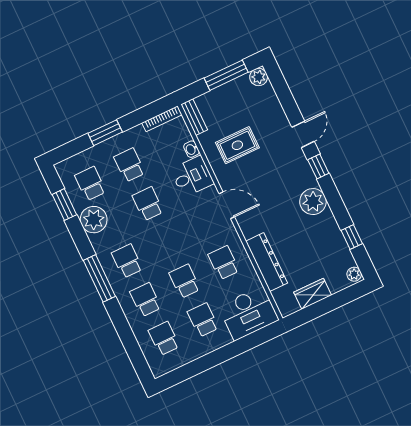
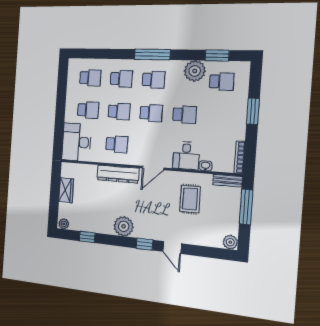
window: (226, 75) -> (246, 207), moved
school desk: (129, 165) -> (151, 113), moved
dresser: (267, 262) -> (118, 174), moved

